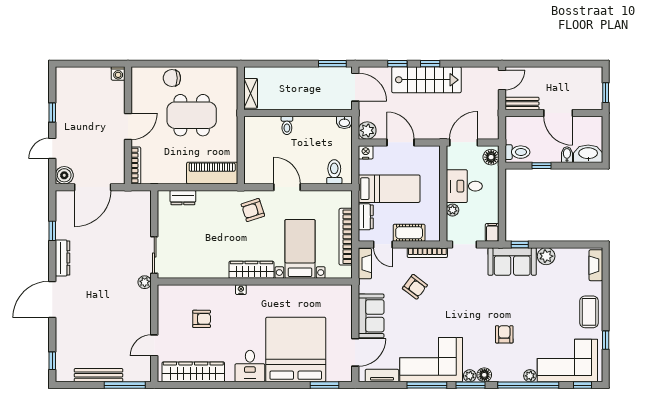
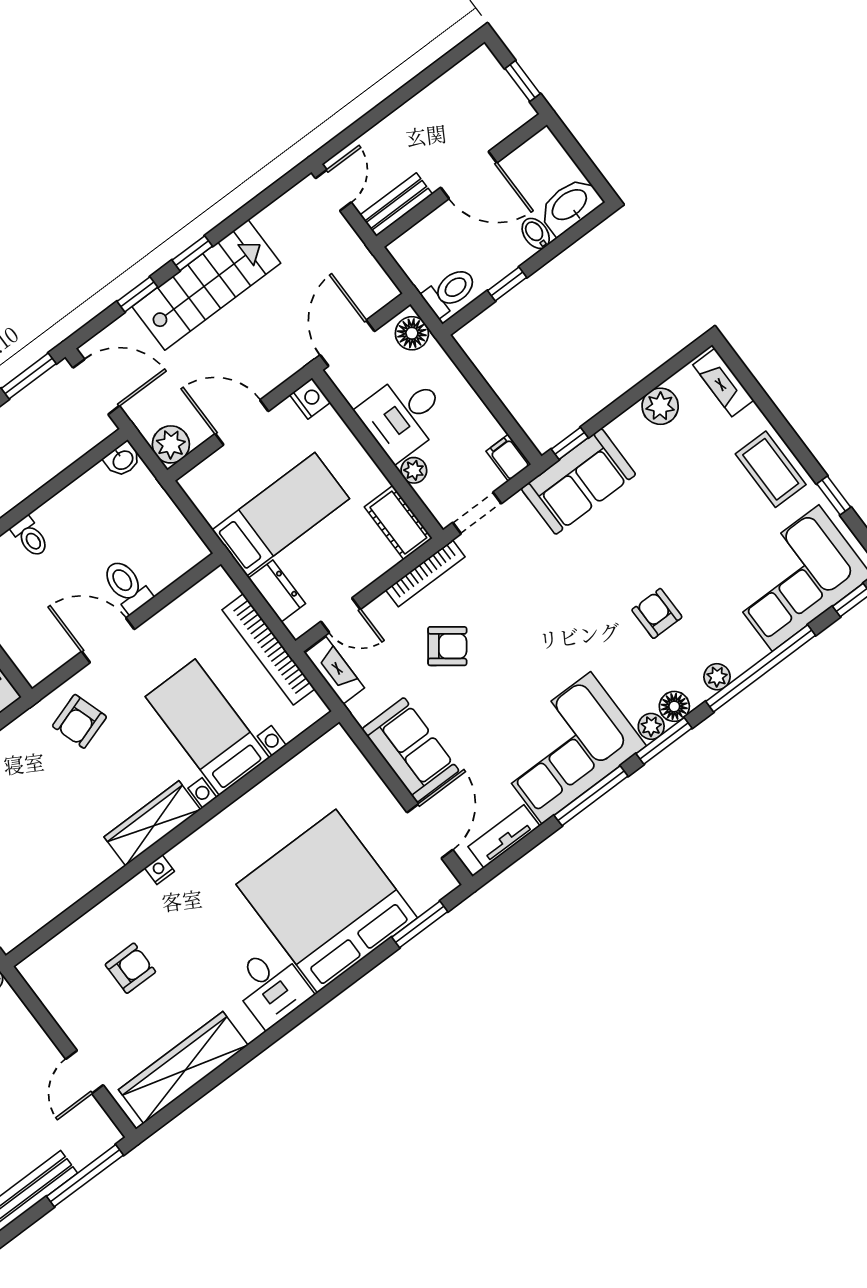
nightstand: (366, 152) -> (310, 398), moved, turned 90
toilet: (334, 172) -> (127, 586), moved
cot: (409, 233) -> (398, 523), moved, turned 90
plant: (546, 256) -> (660, 406), moved
plant: (530, 376) -> (717, 677), moved

